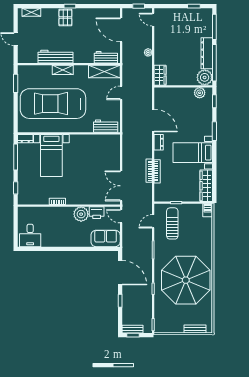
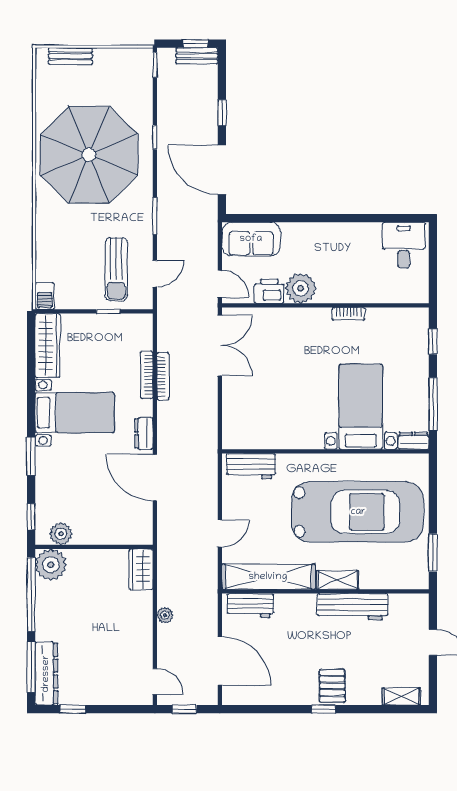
dresser: (207, 53) -> (46, 674), moved
shelving: (104, 71) -> (268, 577), width x1.47

